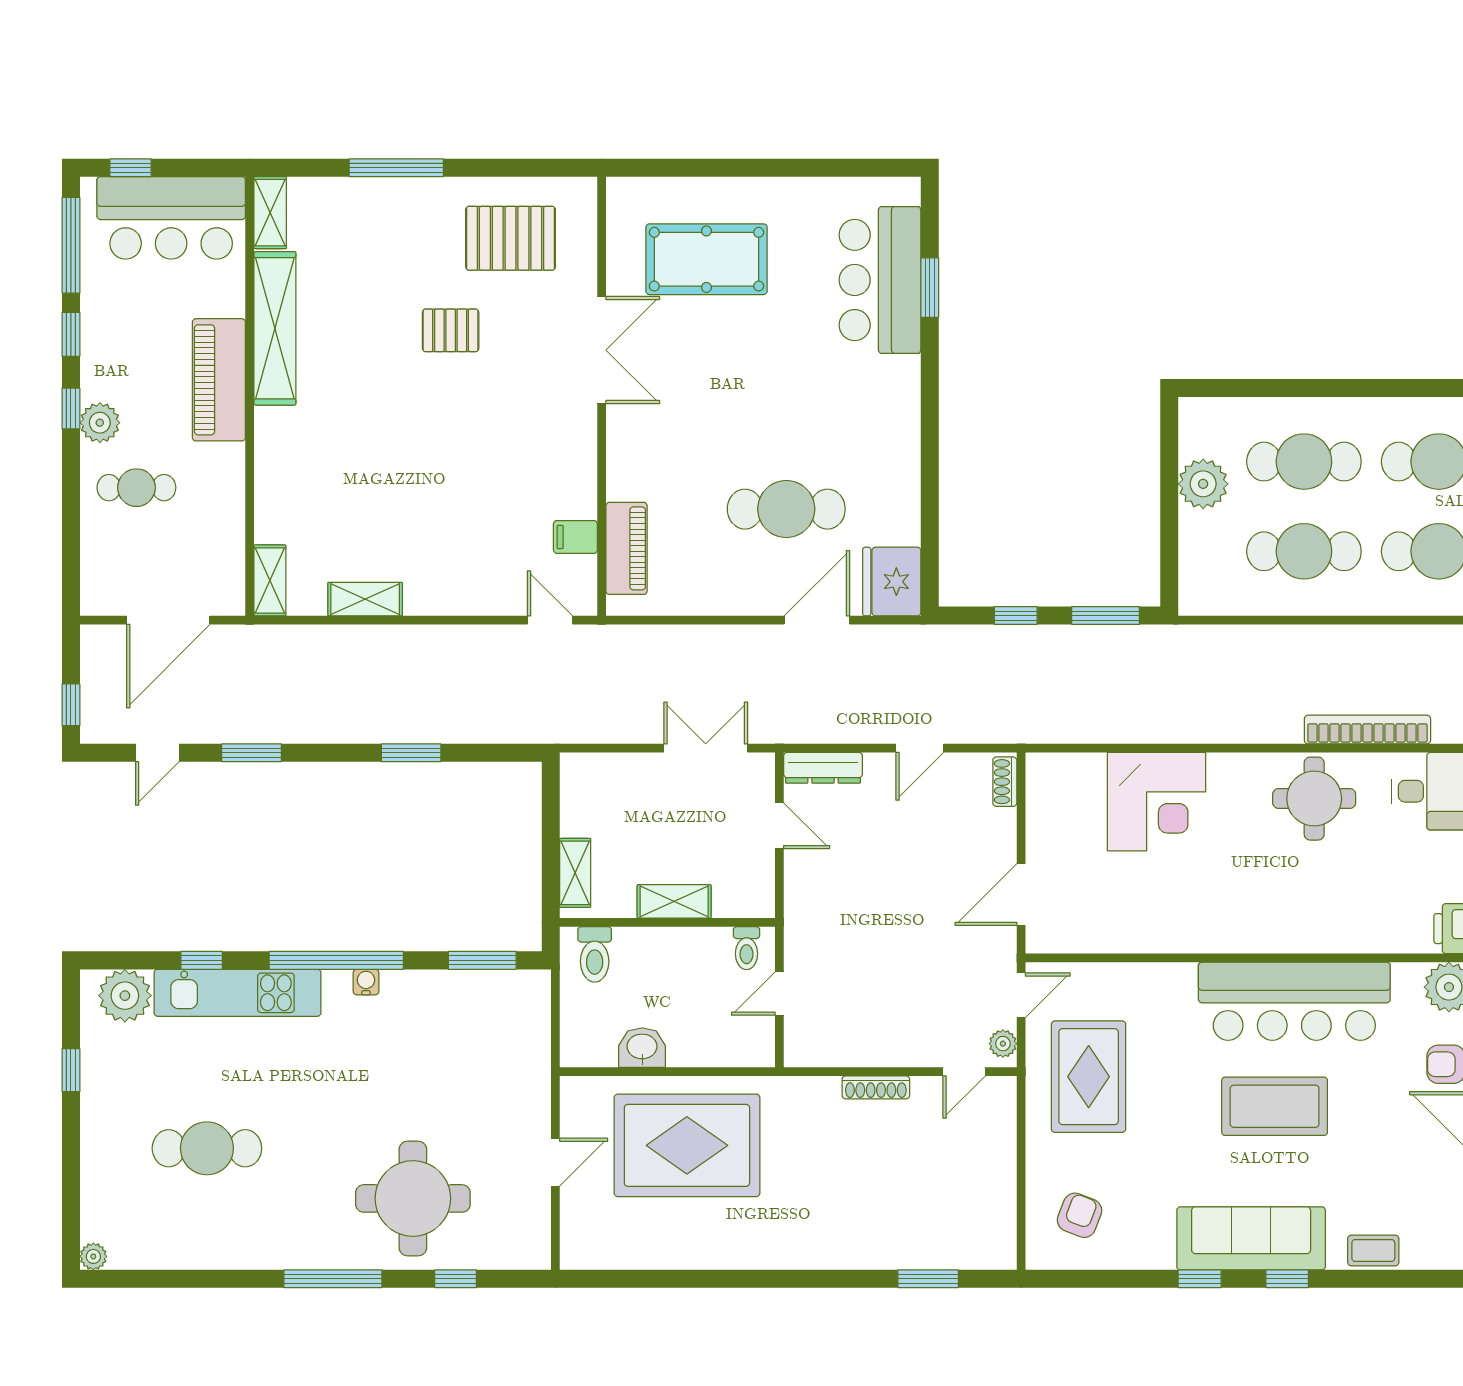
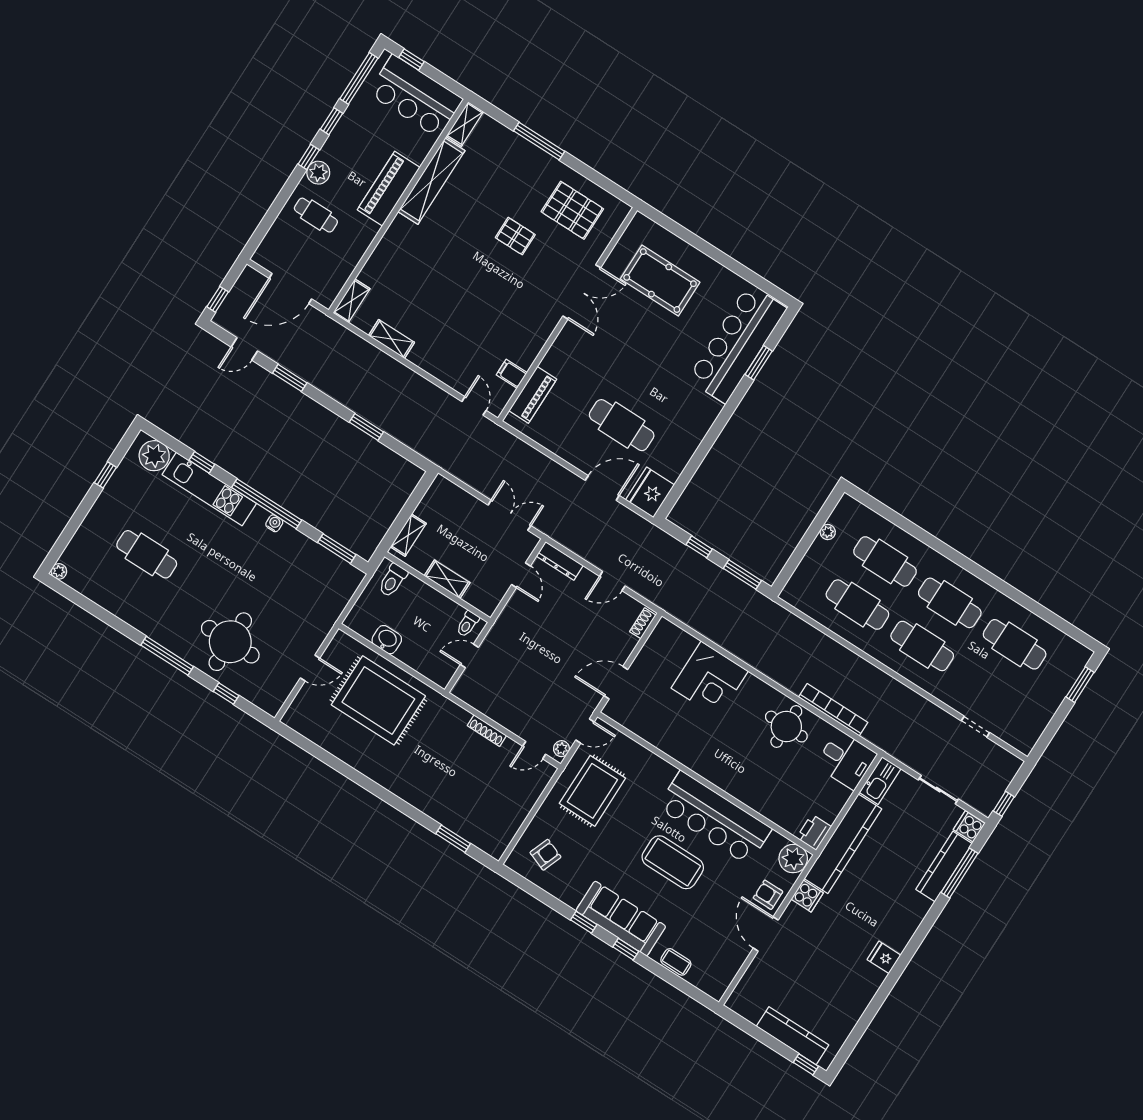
bar counter: (880, 280) -> (737, 344), width x1.36
plant: (1203, 484) -> (828, 532), width x0.53, depth x0.53

